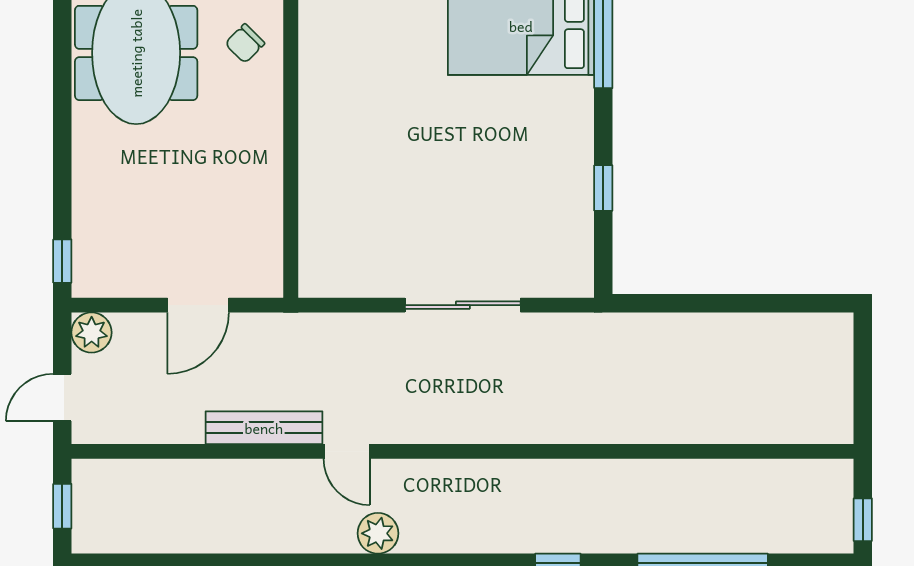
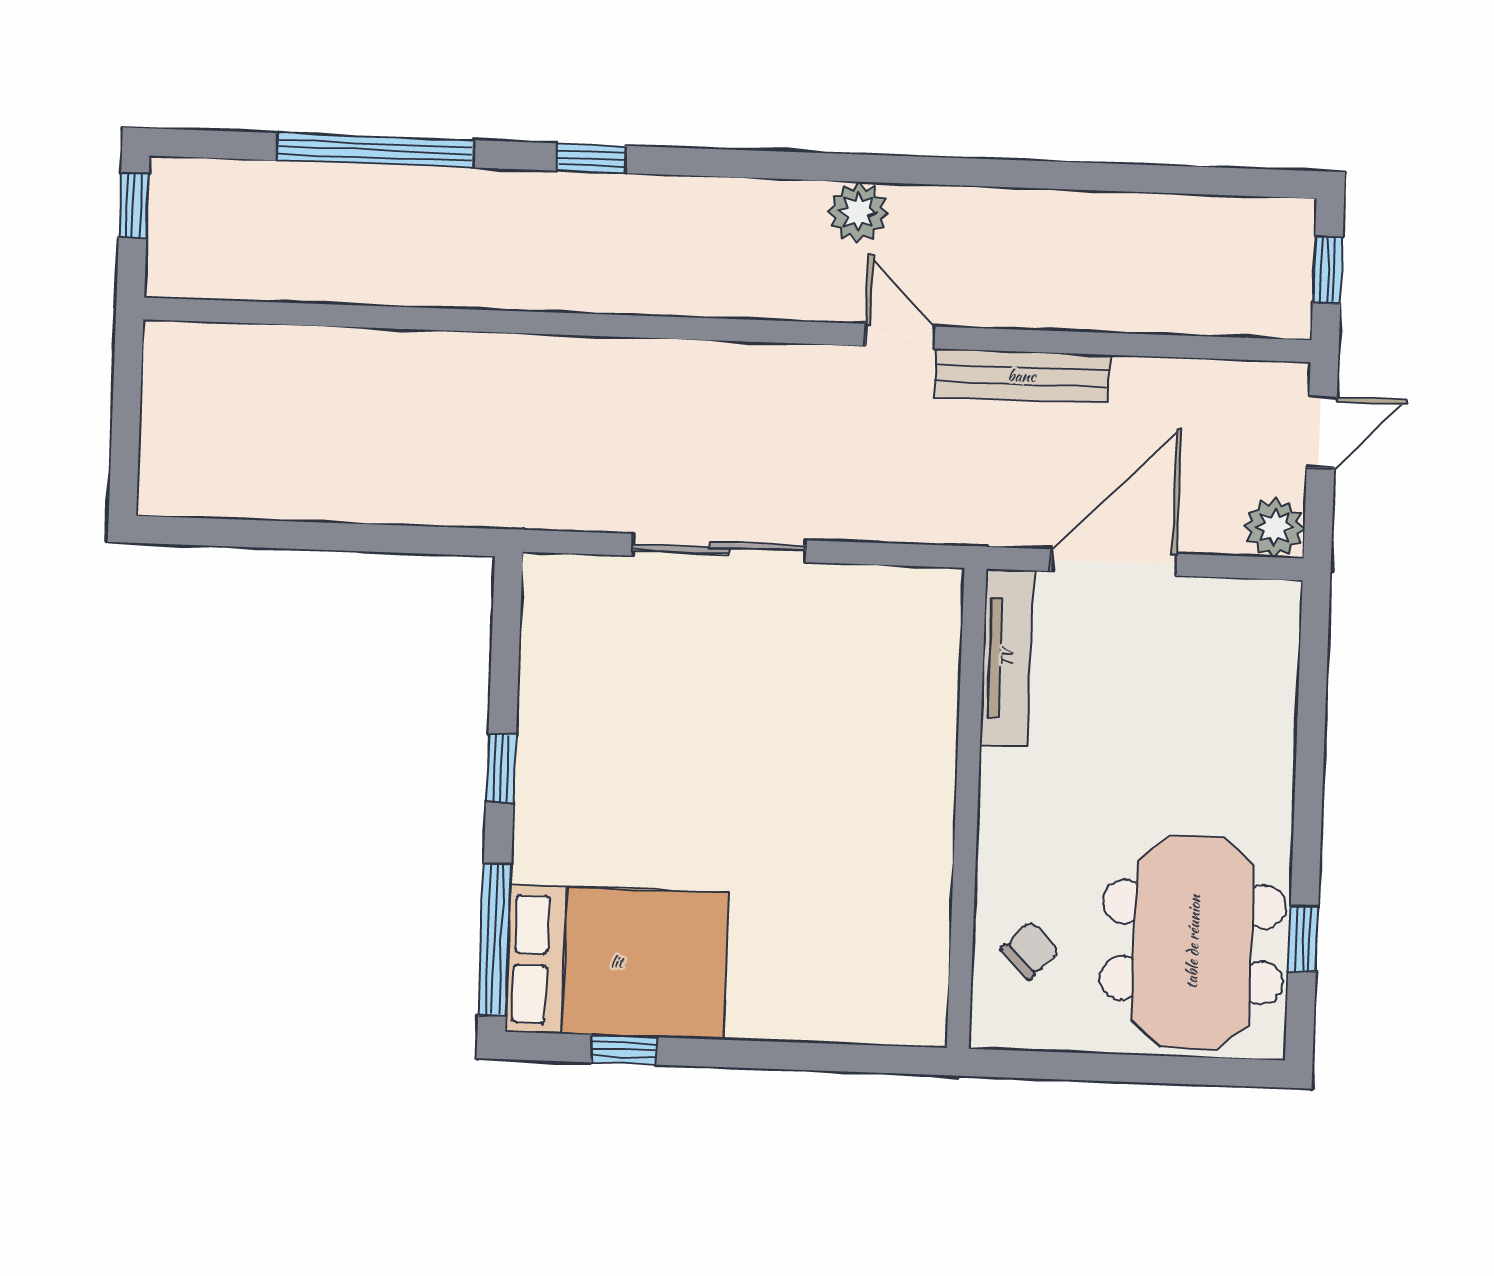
window: (603, 188) -> (501, 768), moved
tv unit: (267, 239) -> (1007, 658), added
window: (62, 261) -> (1303, 939), moved
door: (198, 305) -> (1114, 562), width x1.36

